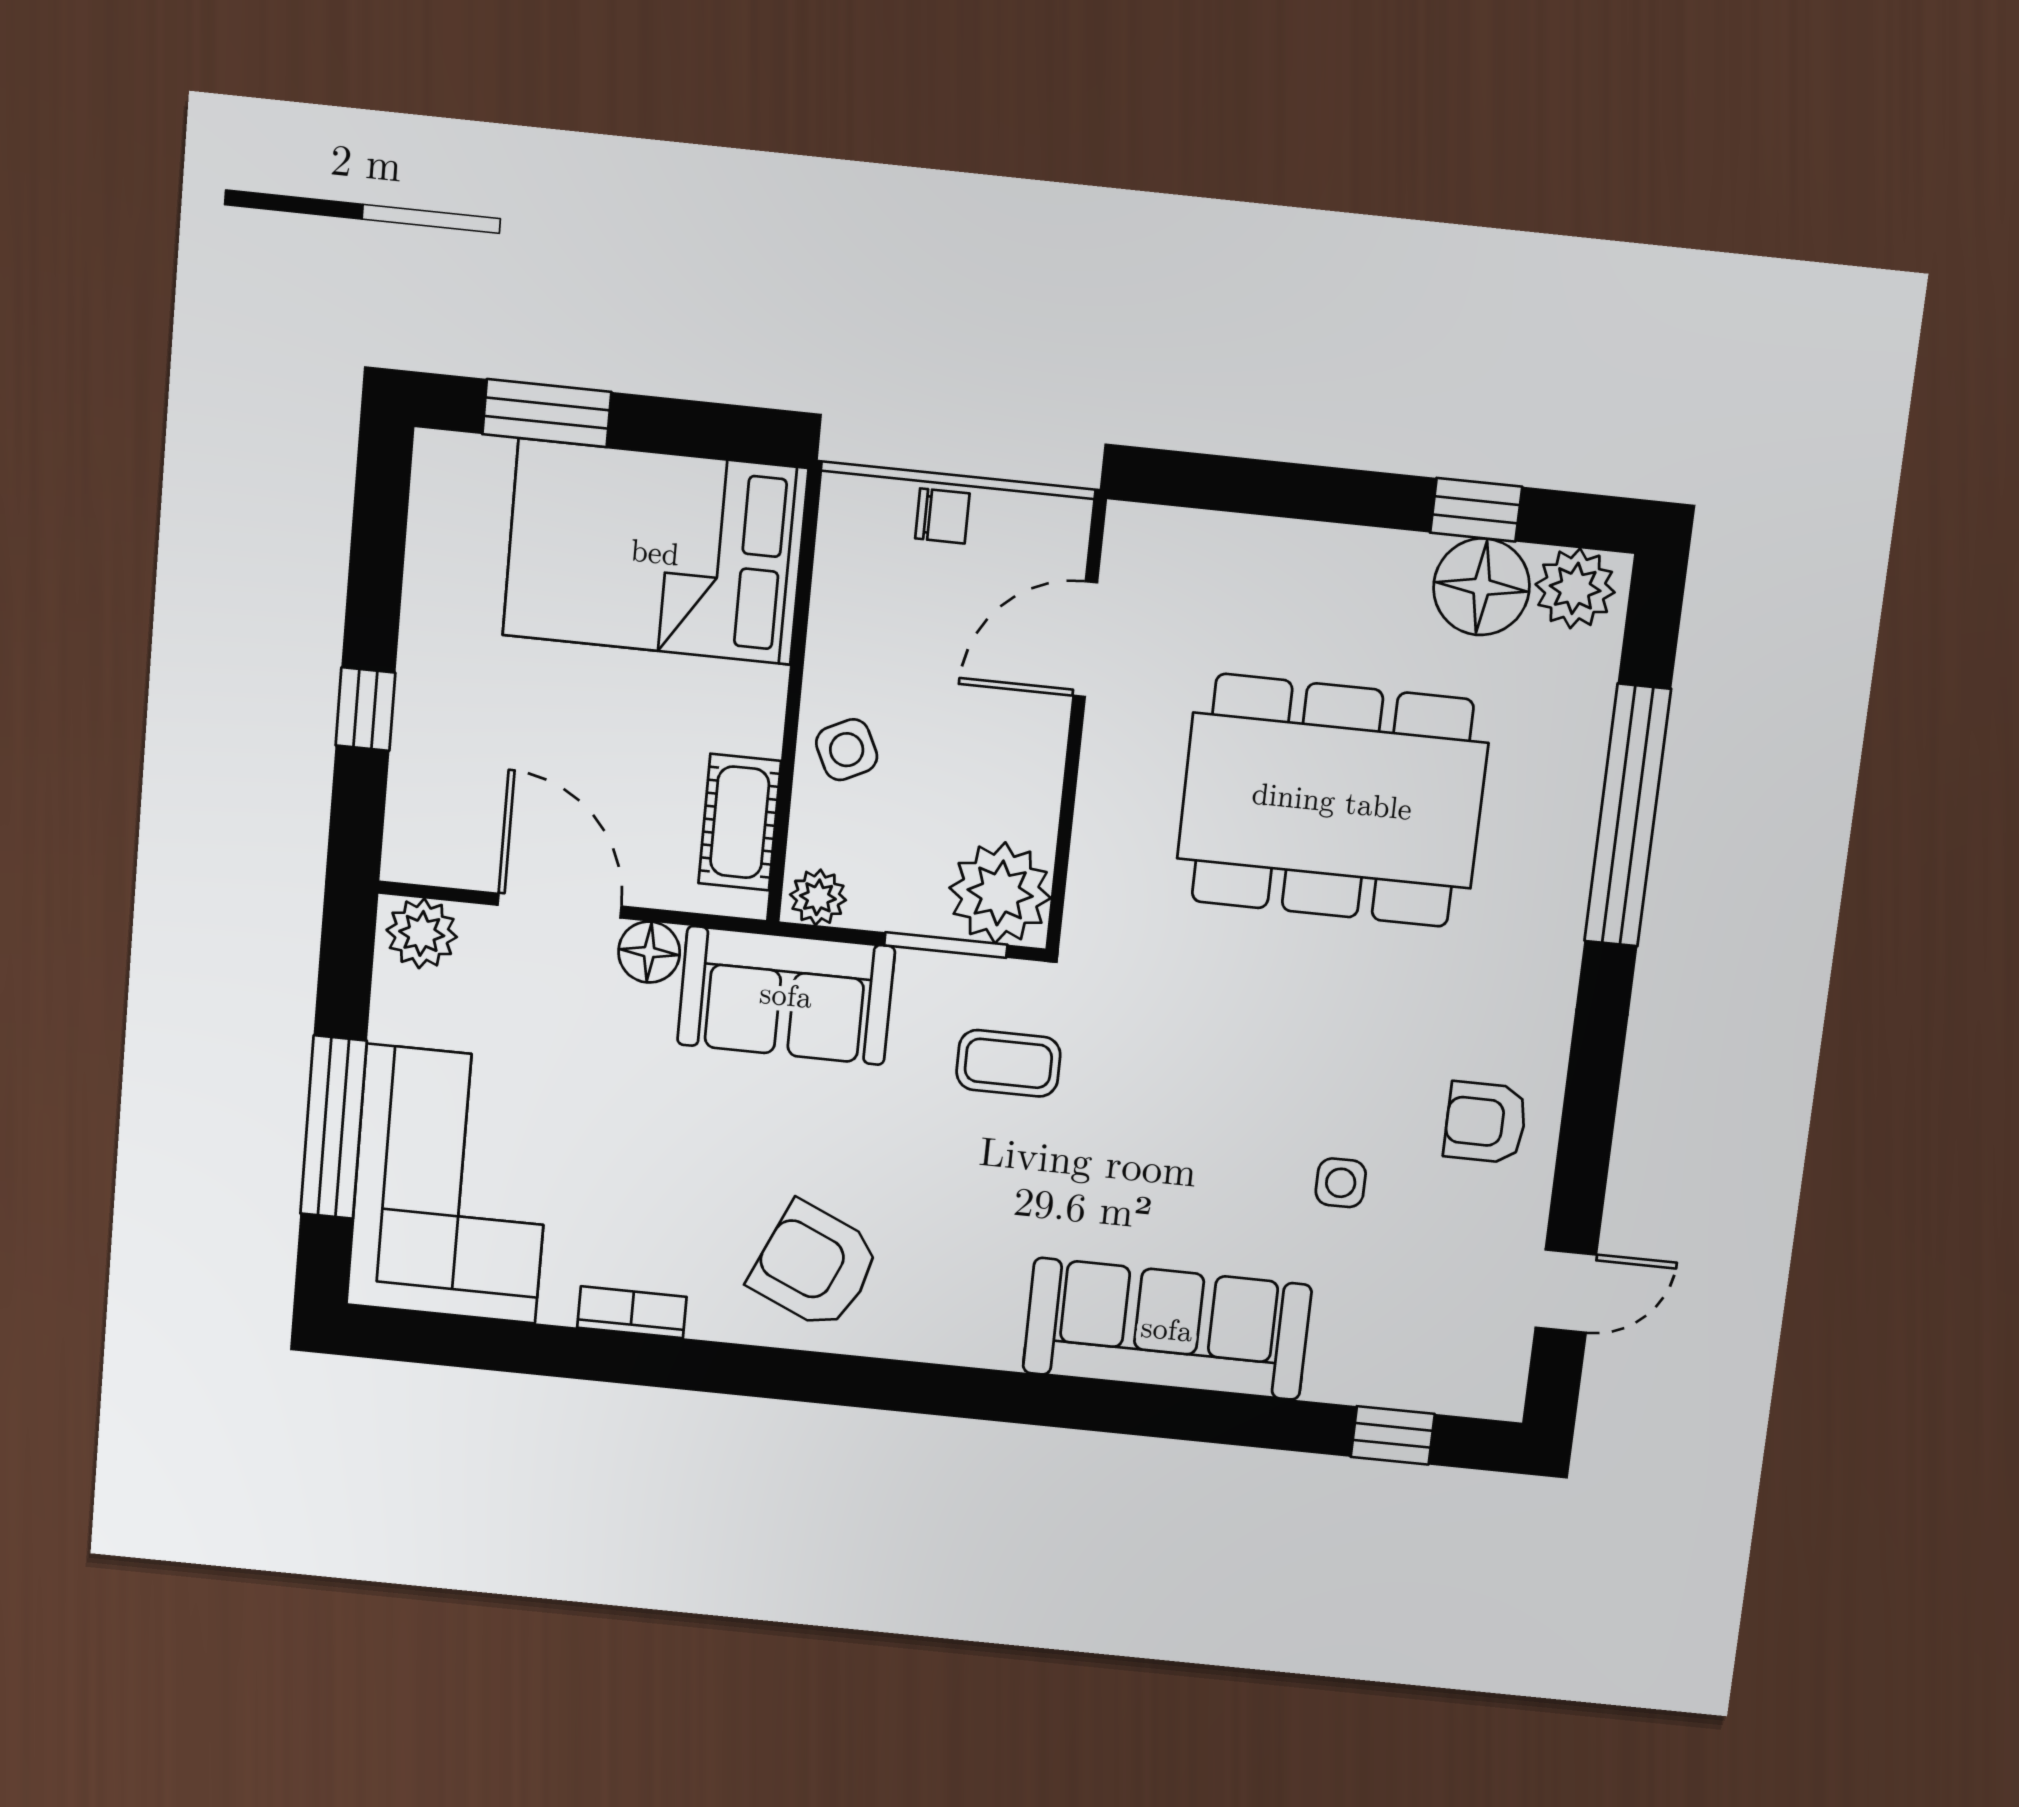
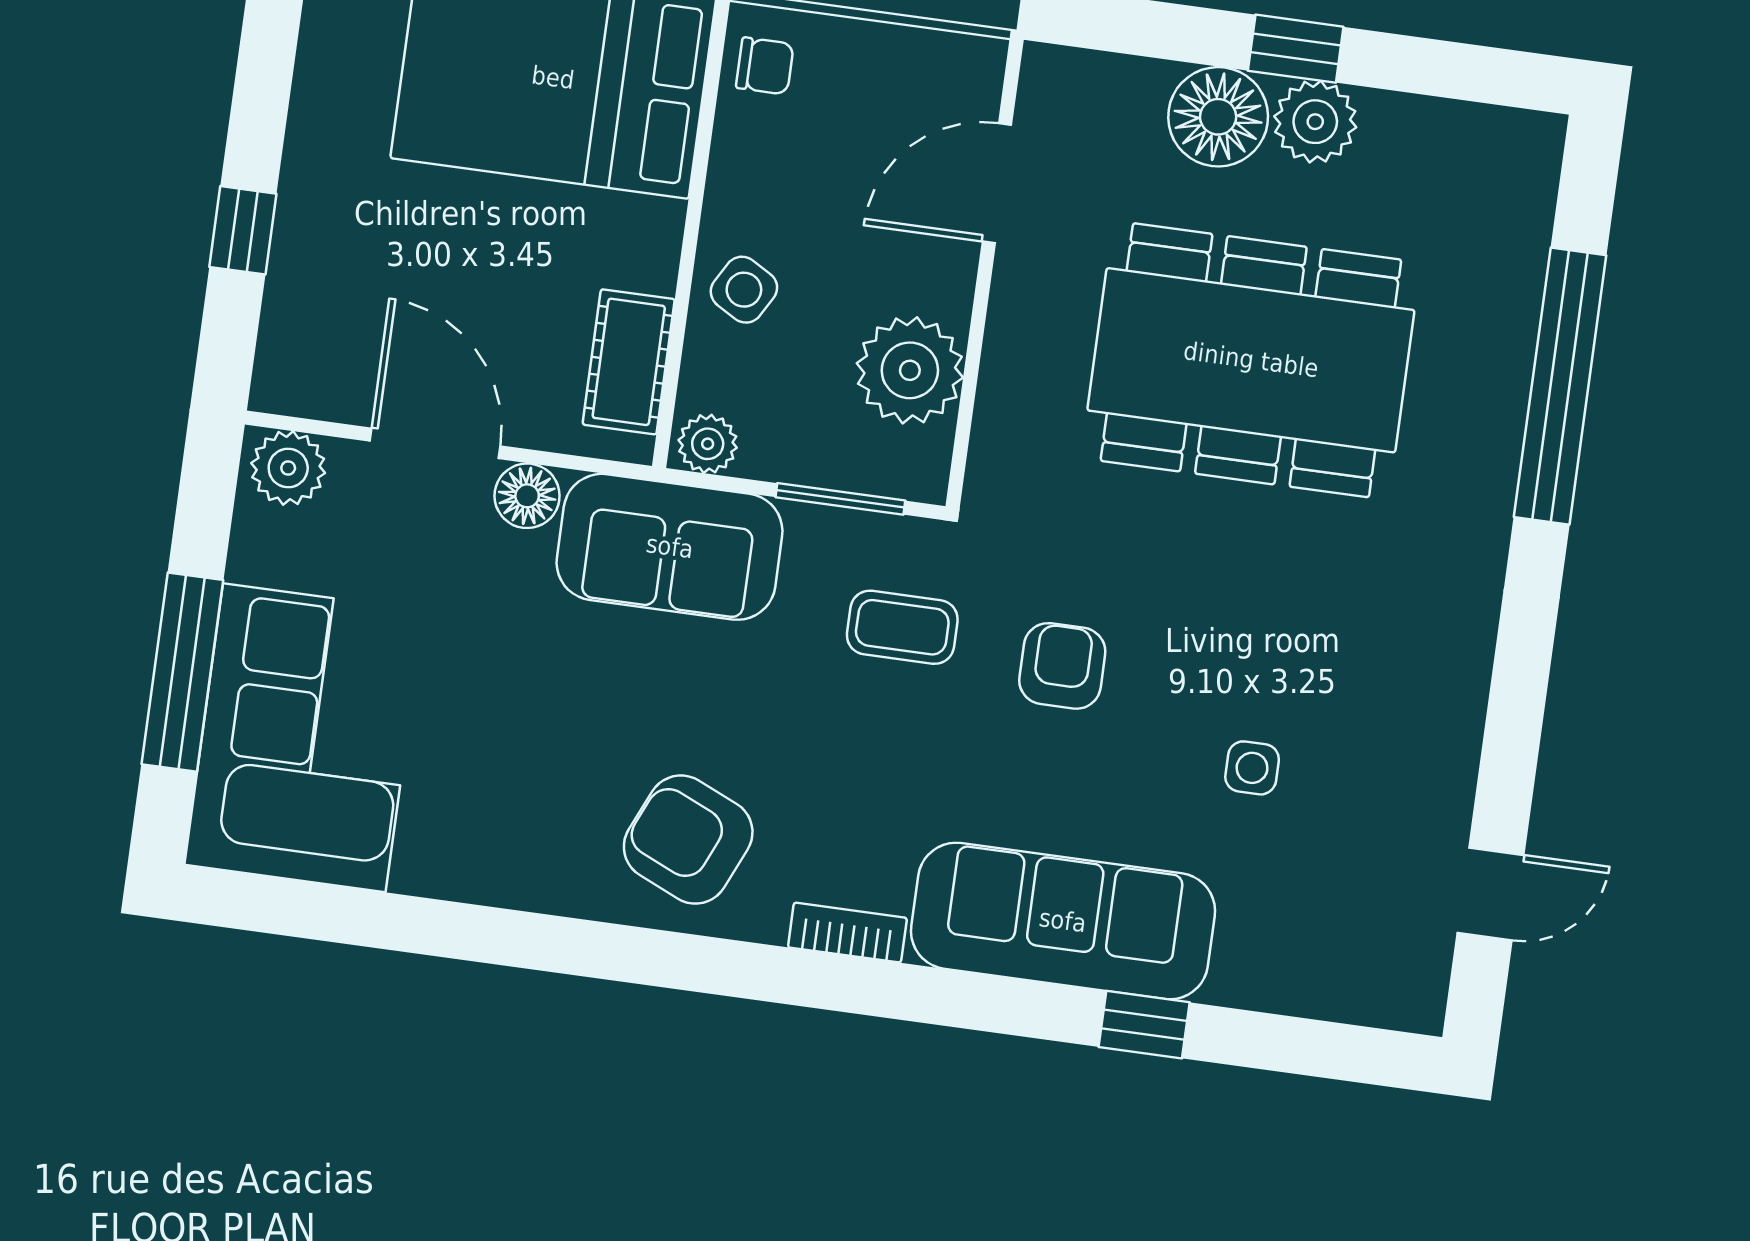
window: (1476, 510) -> (1296, 49), moved
chair: (942, 516) -> (765, 66), moved
floor lamp: (1482, 587) -> (1218, 117), moved
plant: (1575, 588) -> (1315, 122), moved
side table: (847, 750) -> (744, 290), turned -34
plant: (1000, 893) -> (910, 370), moved
armchair: (1486, 1122) -> (1062, 666), moved, turned 90
bookcase: (632, 1312) -> (847, 933), moved
window: (1393, 1435) -> (1144, 1025), moved

